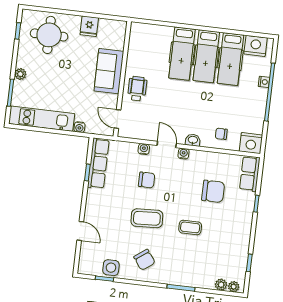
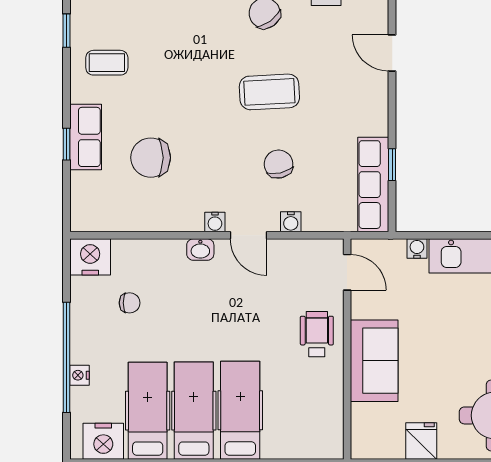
wheelchair: (137, 89) -> (317, 334), turned 180
chair: (221, 134) -> (130, 303), moved
row of seats: (250, 174) -> (86, 137), moved
chair: (147, 180) -> (279, 164), turned 77
coffee table: (190, 227) -> (107, 63), moved

